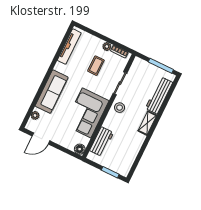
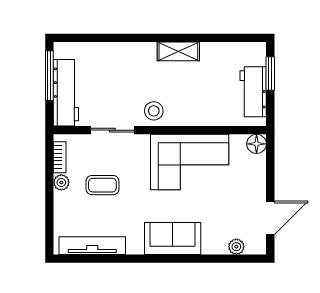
sofa: (52, 92) -> (173, 238), width x0.73
workbench: (159, 95) -> (66, 93), moved, turned -90
shelving: (147, 123) -> (178, 51), moved
door: (41, 138) -> (270, 218), hinge flipped
workbench: (102, 142) -> (253, 92), moved, turned -90

